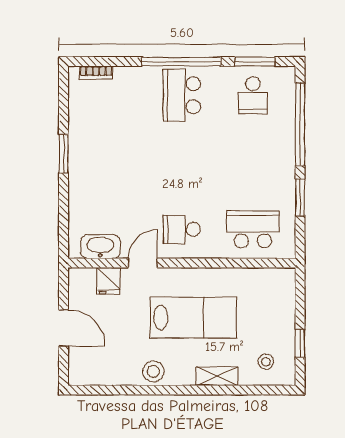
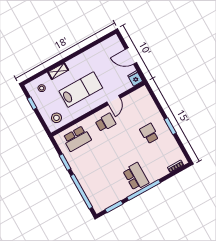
school desk: (253, 95) -> (149, 133), moved
washbasin: (100, 247) -> (134, 97), removed
fridge: (109, 281) -> (135, 78), moved
lab bench: (194, 318) -> (81, 90), turned 180
stool: (153, 371) -> (56, 118), moved

